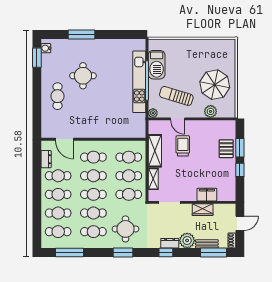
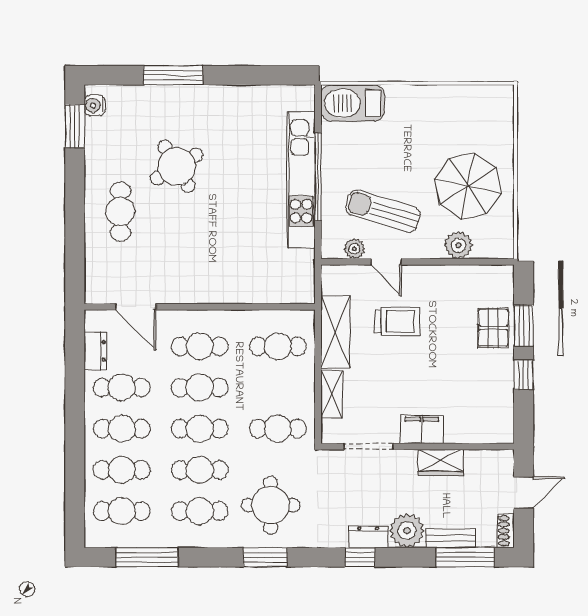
barbecue: (157, 65) -> (353, 103), moved, turned 90
round table: (83, 76) -> (177, 166), turned -31
plant: (153, 113) -> (354, 249), moved
trolley: (183, 146) -> (397, 321), turned 90
cafe table: (129, 176) -> (278, 388), removed
filing cabinet: (207, 195) -> (422, 429), moved

